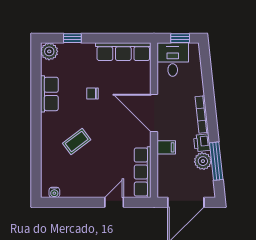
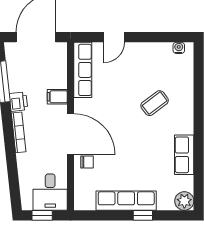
window: (72, 38) -> (143, 215), moved
row of seats: (123, 52) -> (126, 201), moved
chair: (92, 93) -> (87, 162), moved
plant: (203, 161) -> (17, 82), removed

